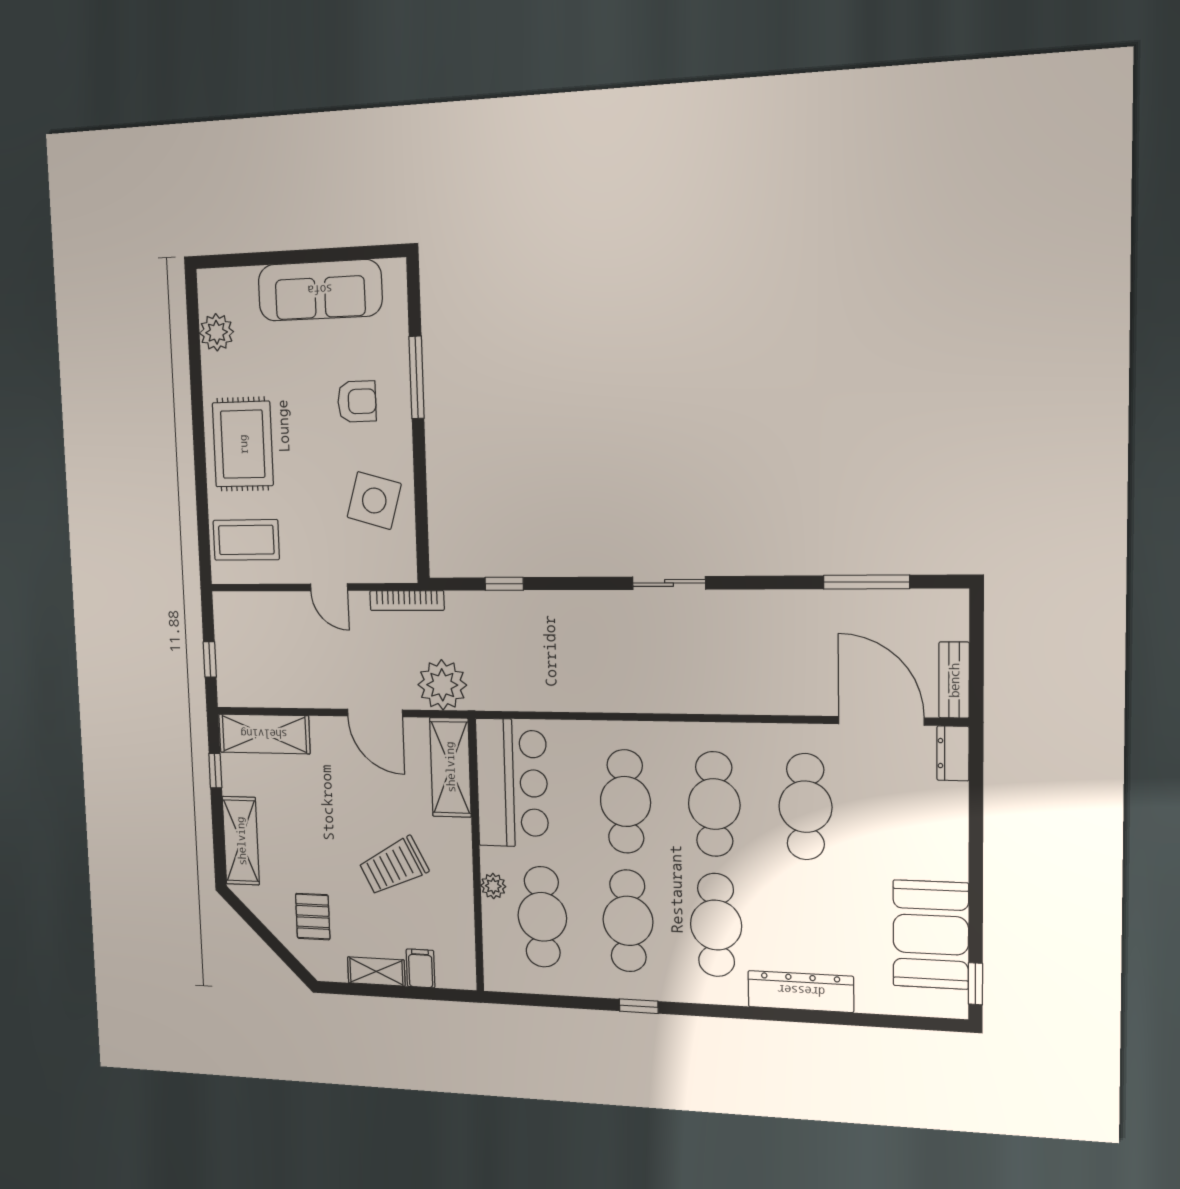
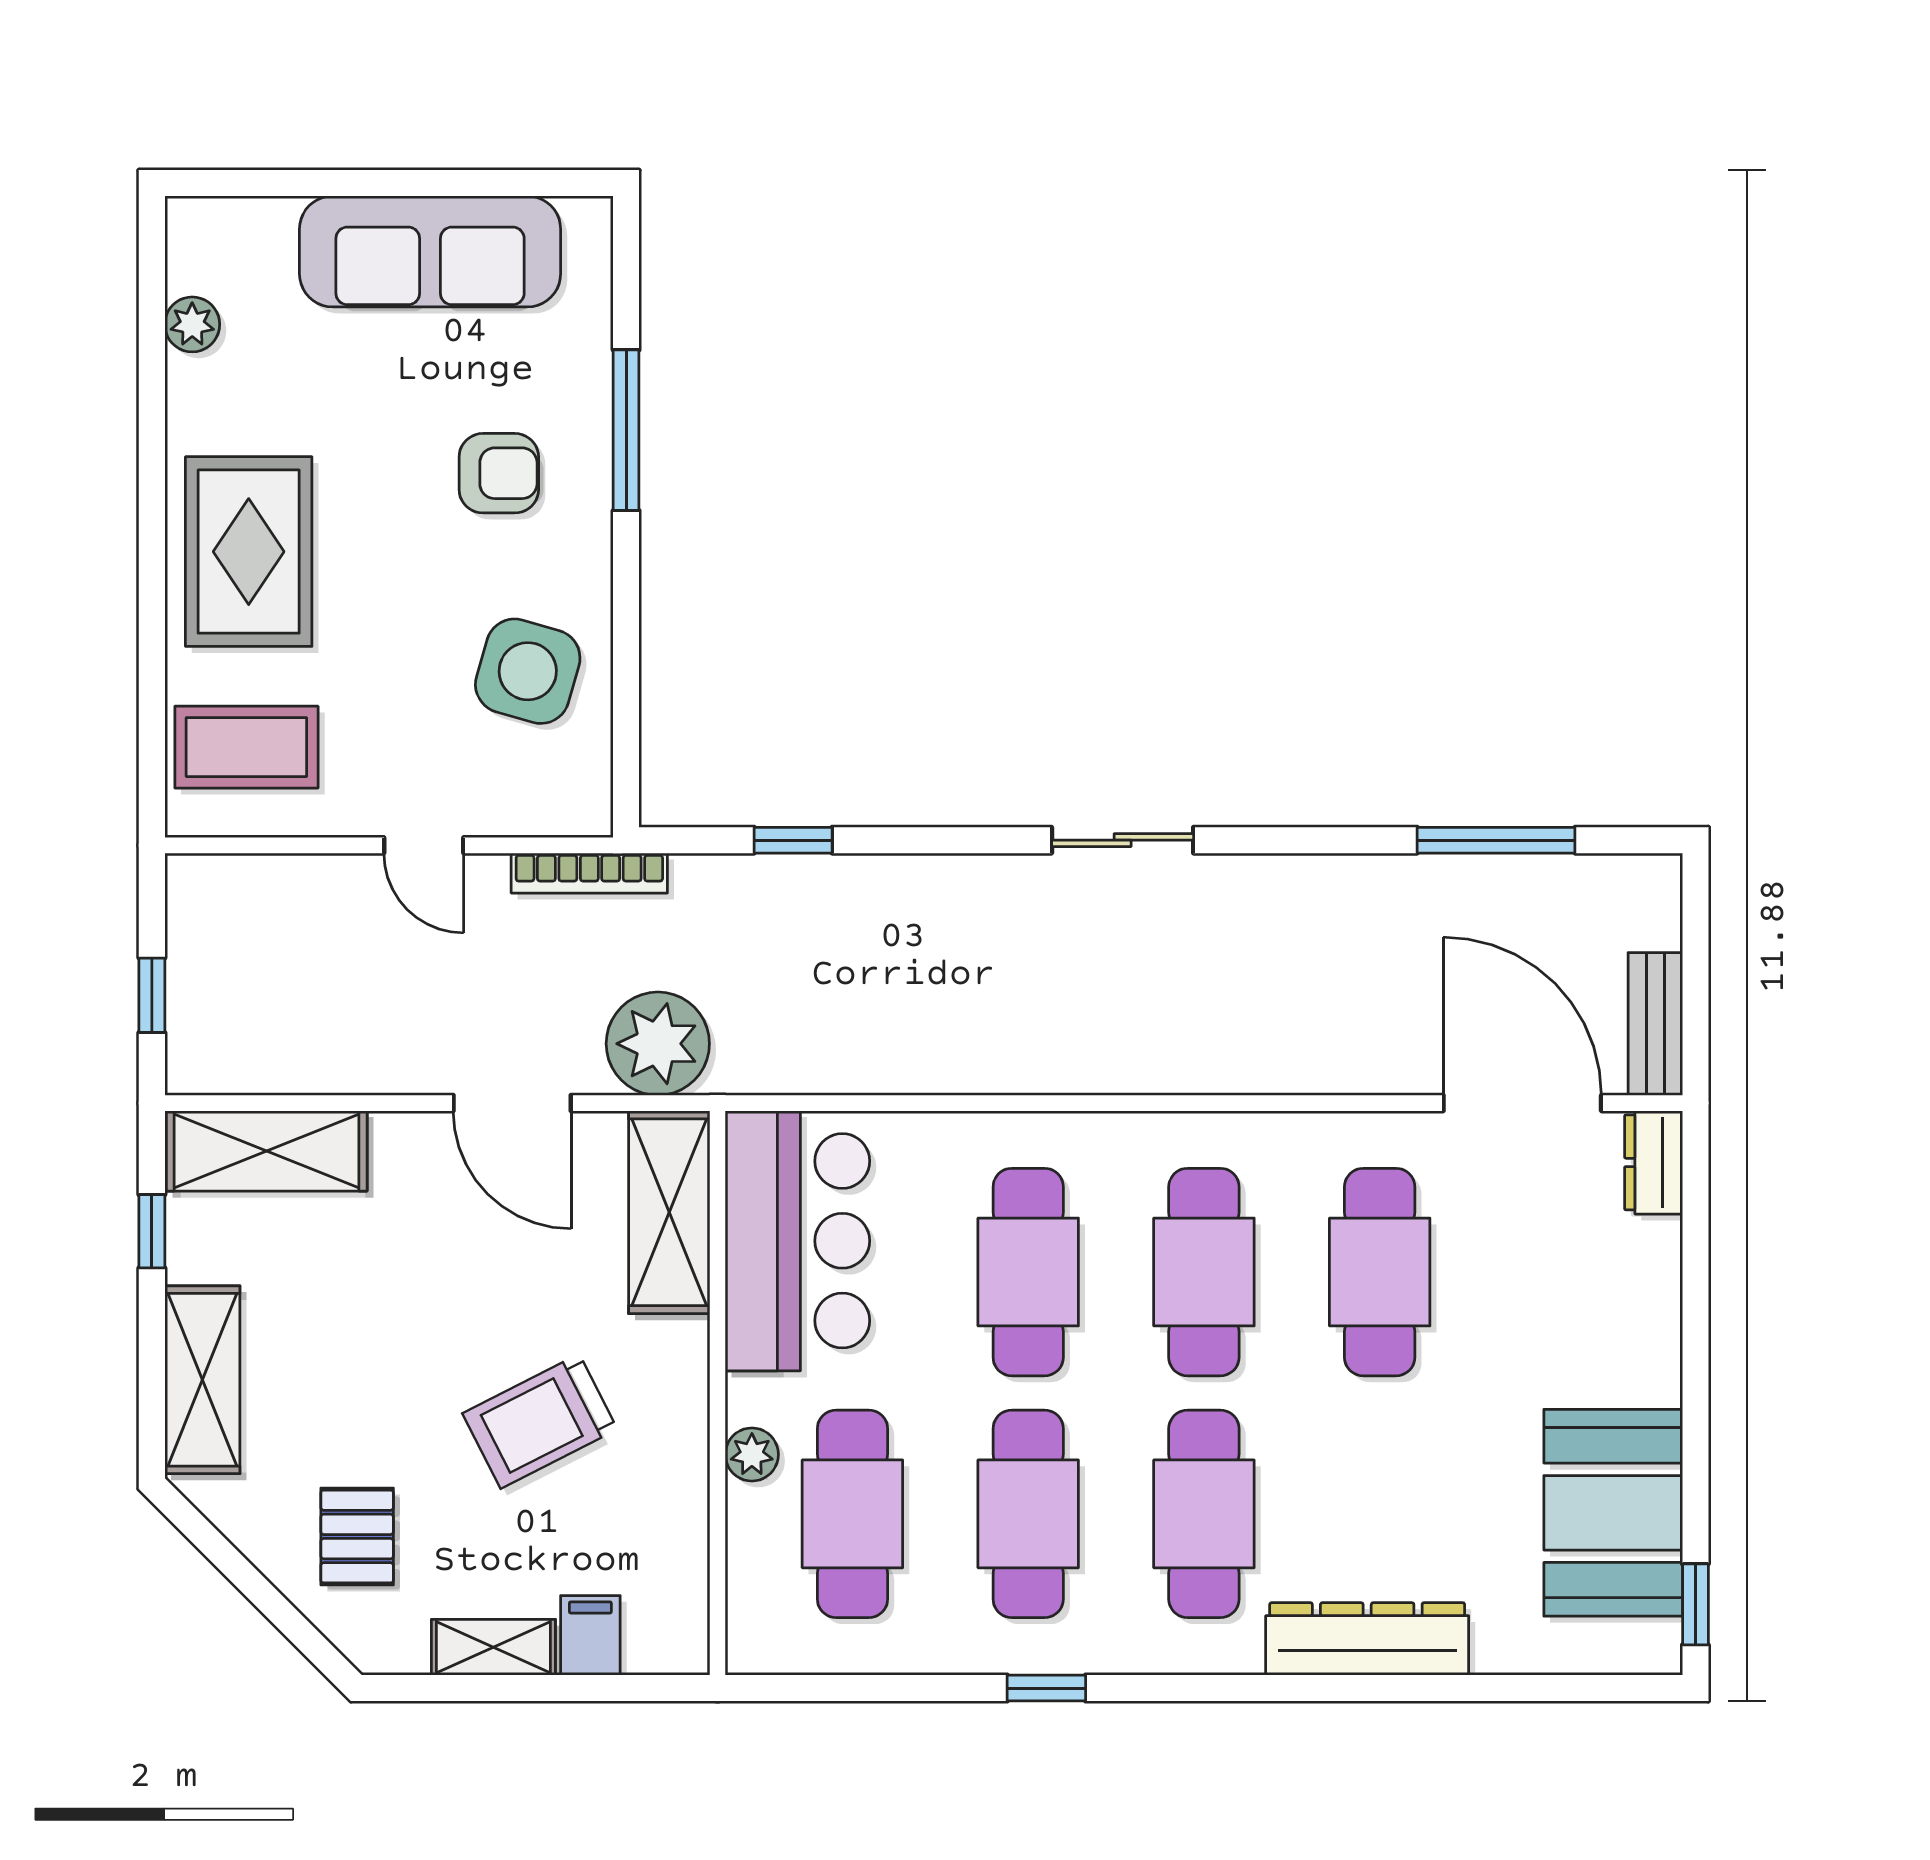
plant: (217, 332) -> (192, 324), width x0.73, depth x0.73

